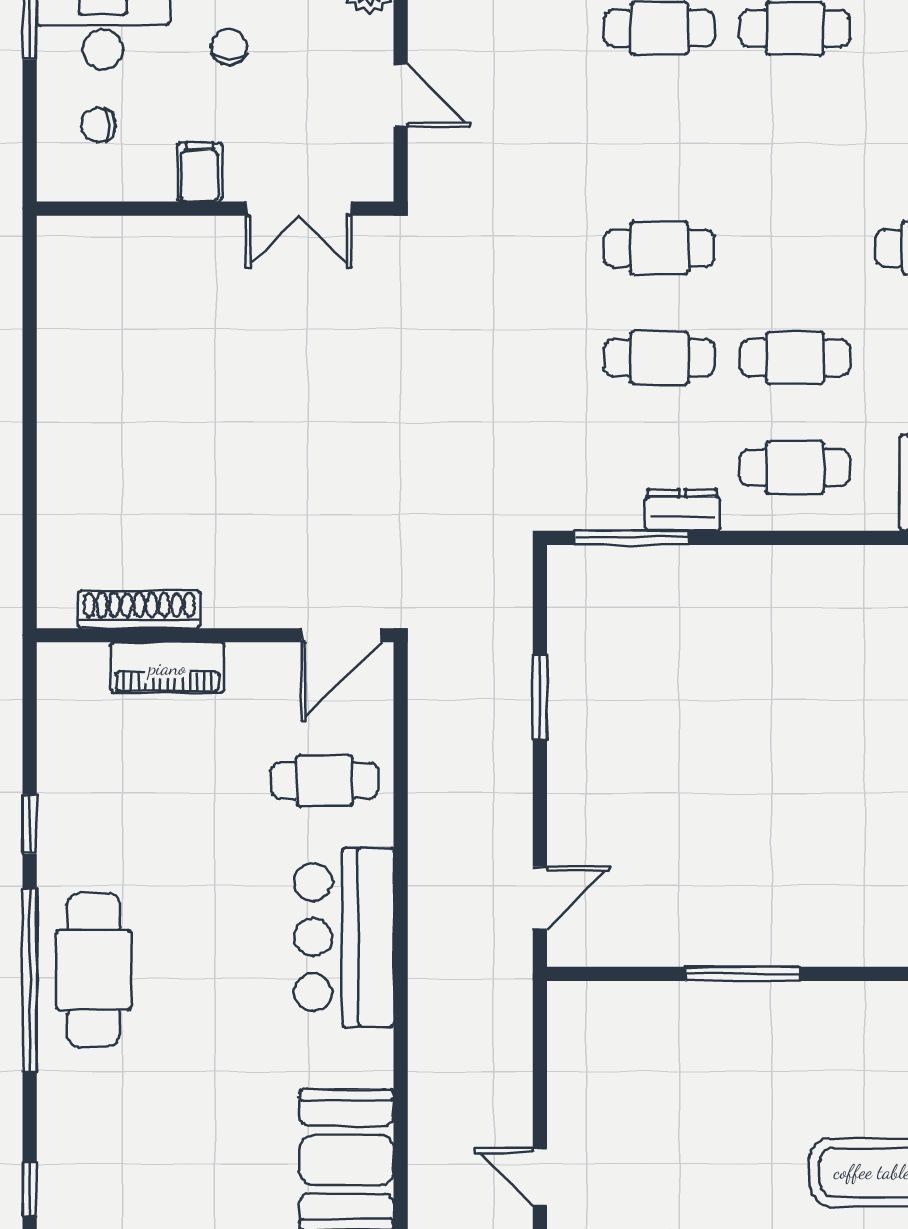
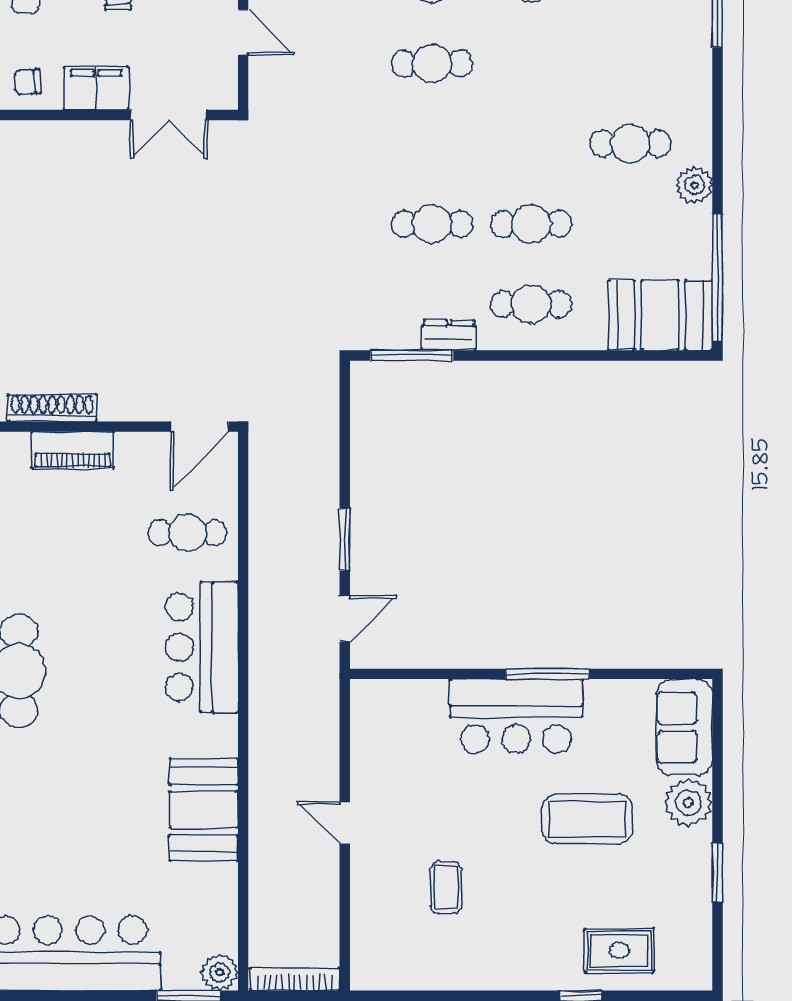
chair: (98, 125) -> (28, 82), moved
filing cabinet: (200, 172) -> (96, 88), width x2.00
cafe table: (659, 248) -> (432, 64), moved
window: (540, 697) -> (345, 539), moved
window: (743, 974) -> (547, 674), moved
bar counter: (774, 1032) -> (516, 716), added

